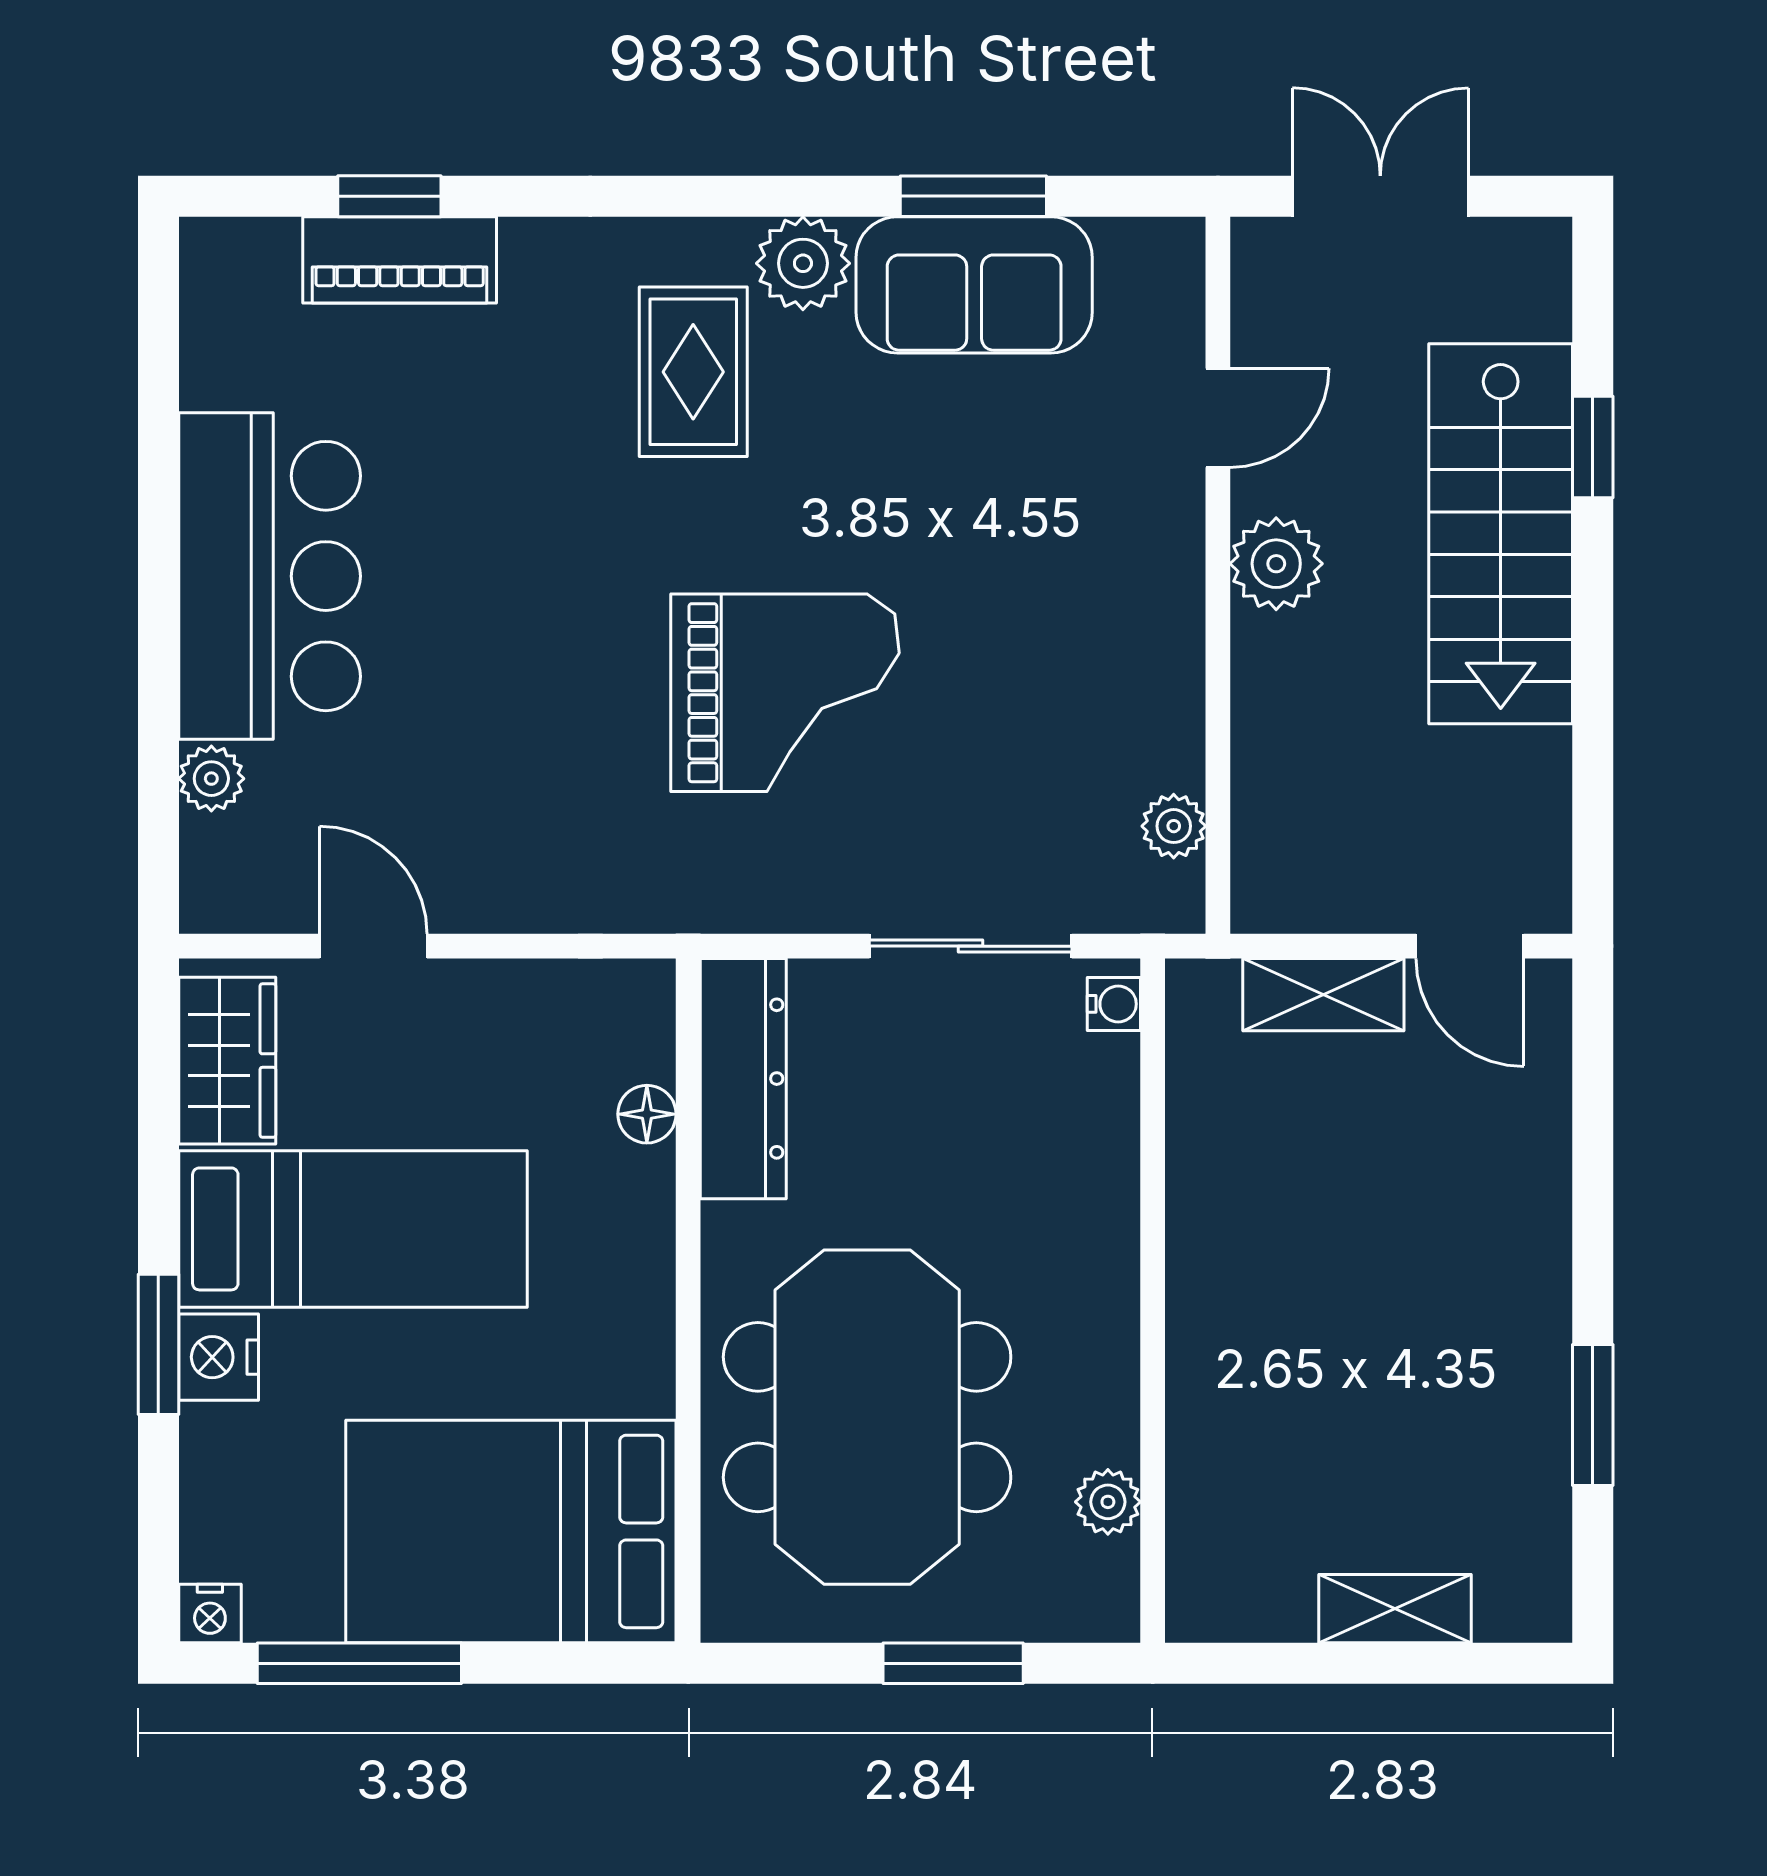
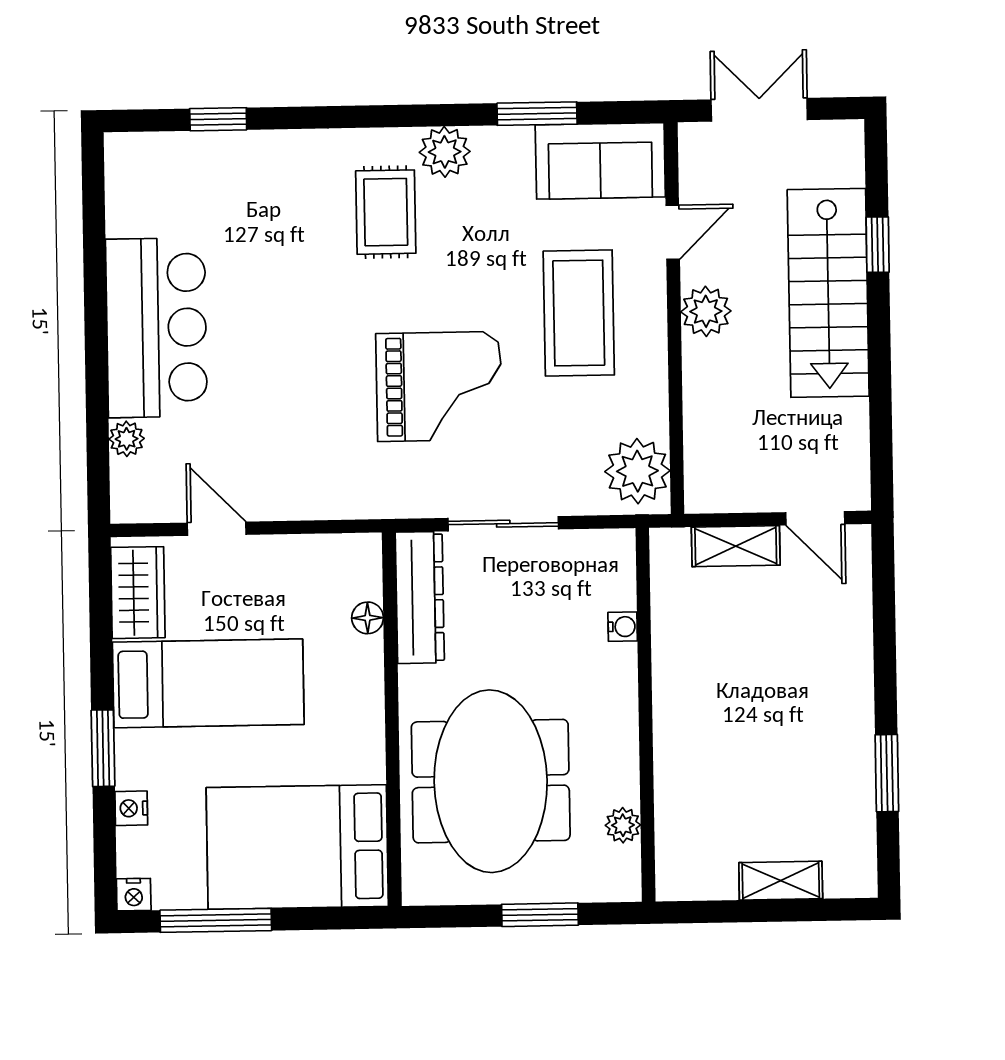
piano: (400, 260) -> (224, 154), removed
sofa: (974, 285) -> (600, 161), moved
coffee table: (1043, 563) -> (579, 313), added
plant: (1174, 826) -> (637, 471), width x1.87, depth x1.87
sliding door: (971, 946) -> (503, 524), moved
water cooler: (1114, 1004) -> (623, 627), moved
nightstand: (219, 1357) -> (131, 808), moved, width x0.72, depth x0.74

